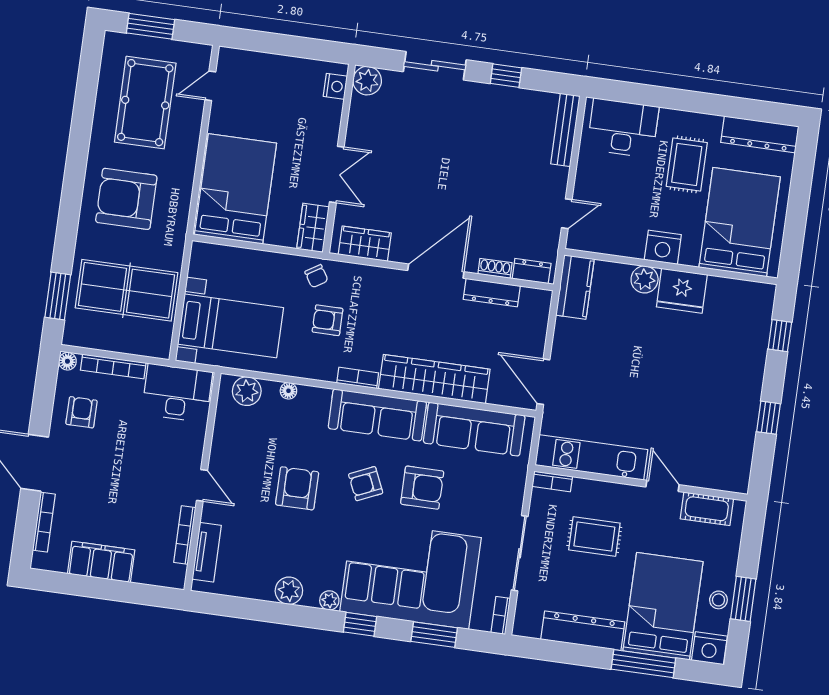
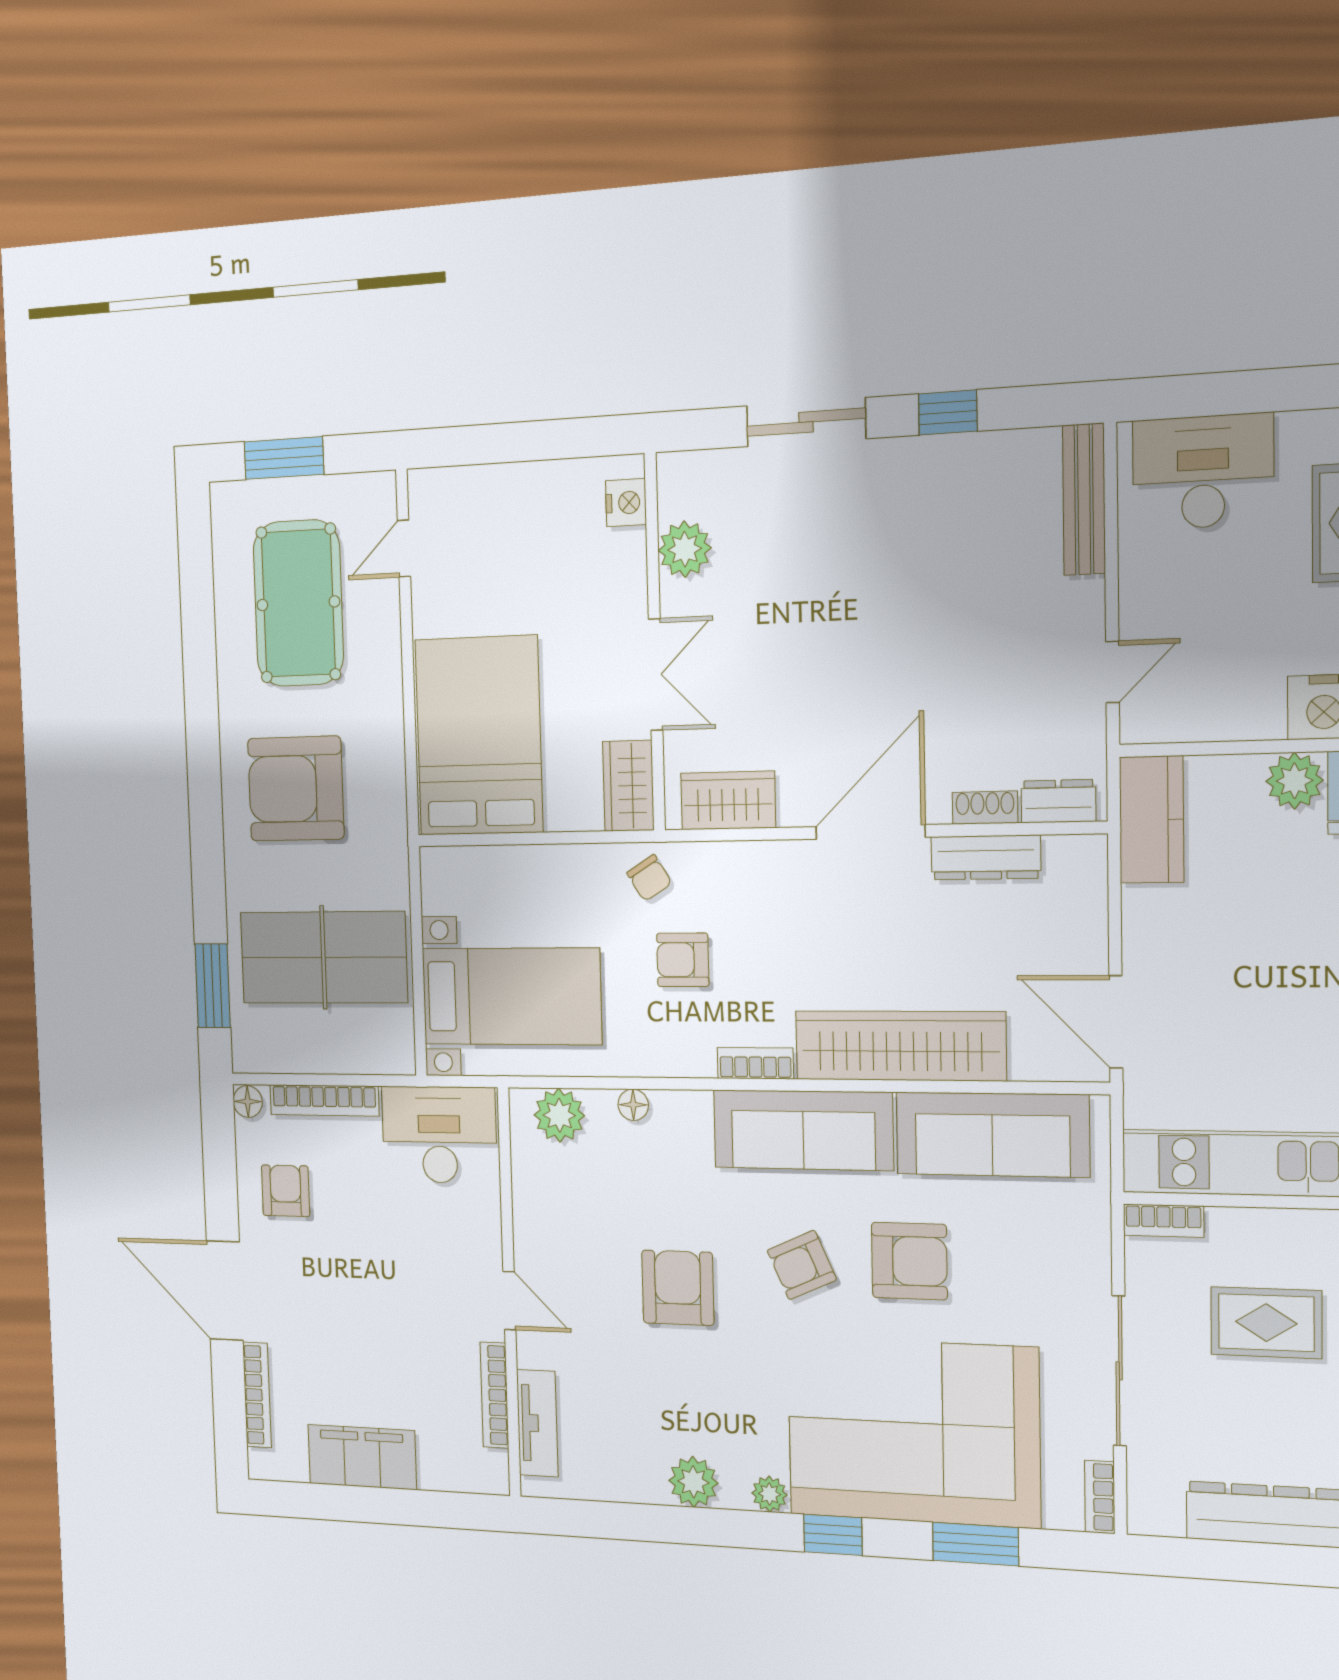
plant: (367, 81) -> (685, 549), moved

